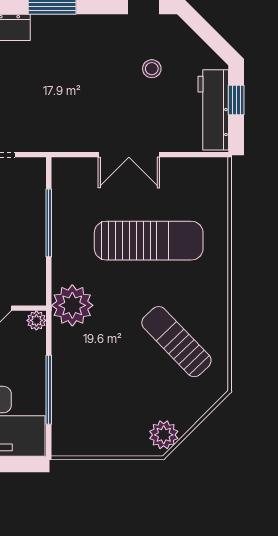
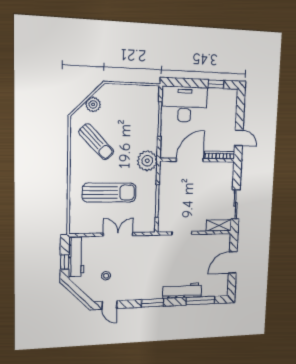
sun lounger: (149, 241) -> (109, 193), turned 180
plant: (36, 320) -> (165, 154), removed
plant: (164, 435) -> (93, 104), moved

